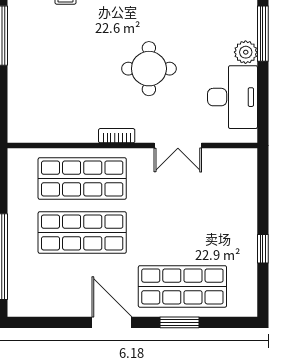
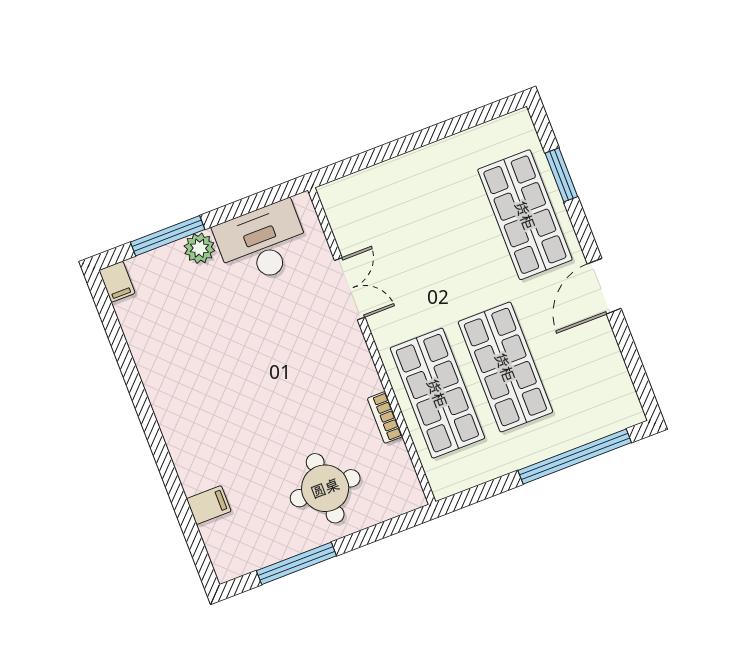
round table: (149, 69) -> (325, 488), moved
bookcase: (117, 136) -> (385, 417), moved
window: (263, 249) -> (439, 132), removed
window: (180, 322) -> (561, 175), moved

